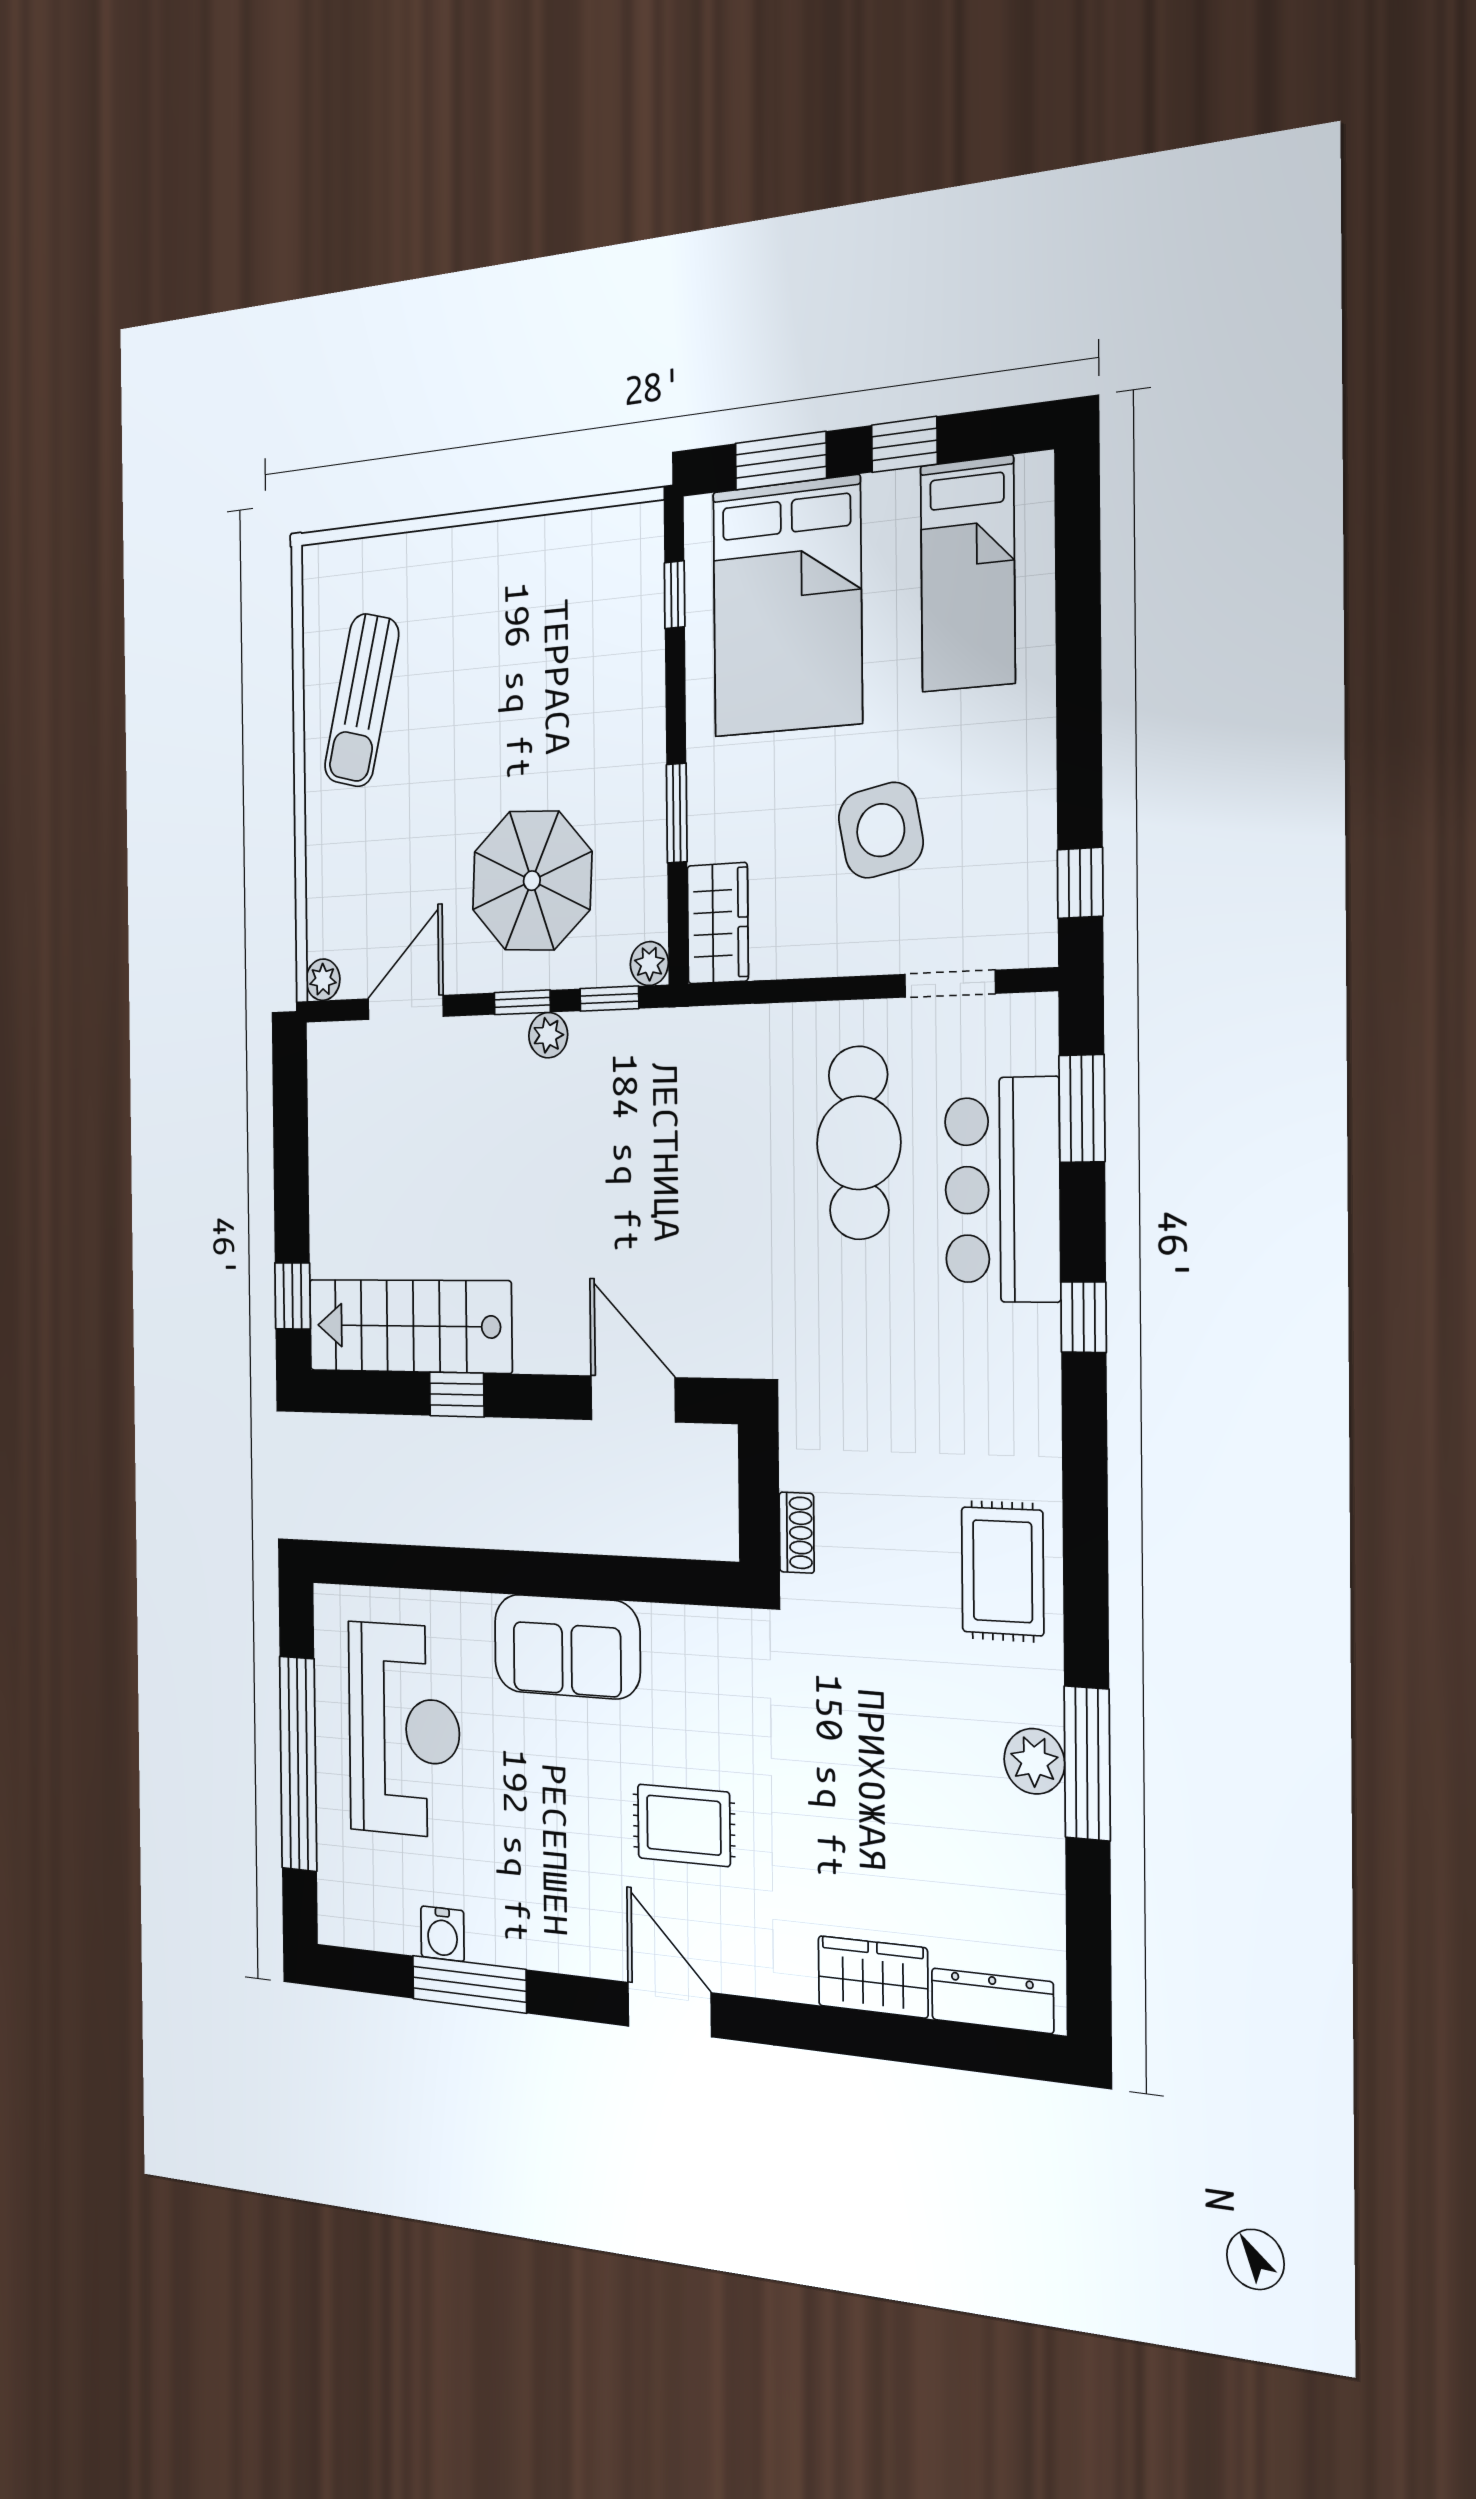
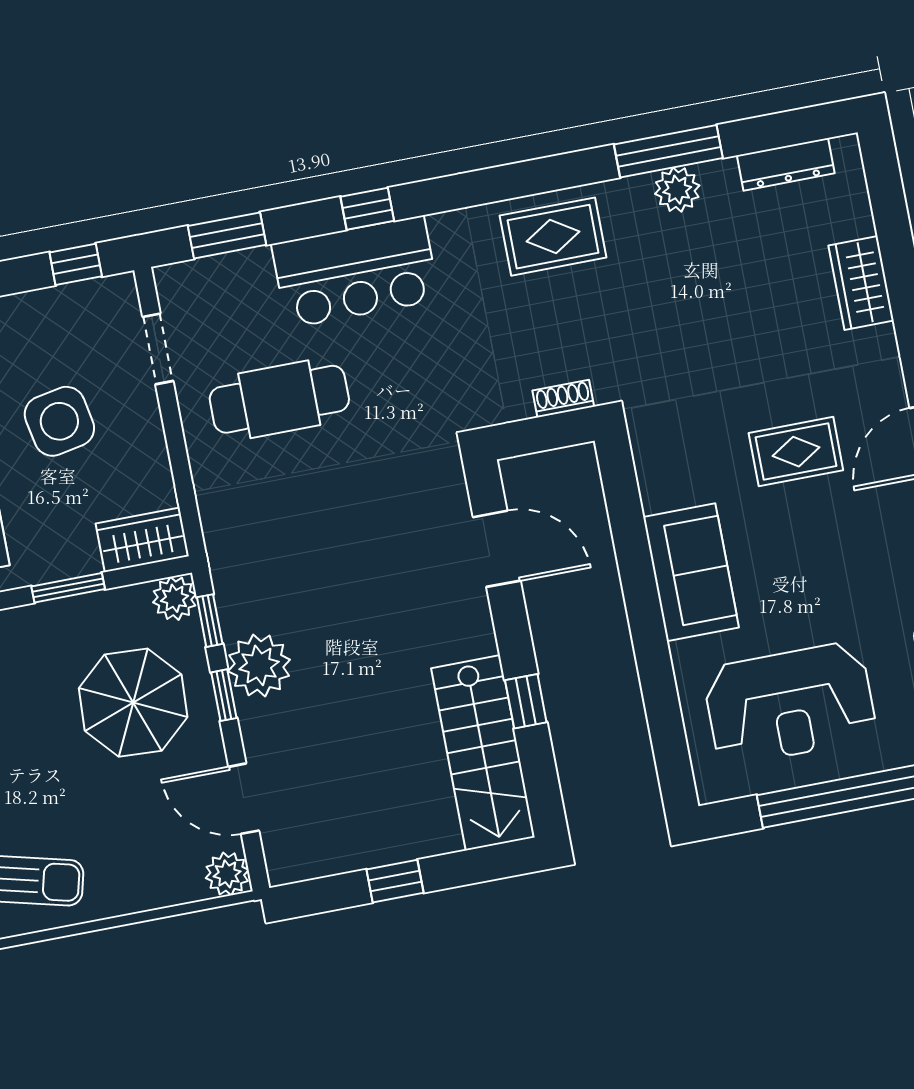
plant: (649, 964) -> (175, 598), width x1.38, depth x1.38
plant: (323, 980) -> (227, 874), width x1.38, depth x1.38
plant: (548, 1035) -> (259, 665), width x1.88, depth x1.88
bar counter: (1002, 1190) -> (355, 272), moved
window: (293, 1296) -> (395, 881), moved
door: (633, 1399) -> (497, 549), swing flipped
reception desk: (404, 1729) -> (790, 704), turned 180
rug: (684, 1825) -> (796, 452), turned 90
dresser: (992, 2001) -> (786, 164), moved, turned -90

